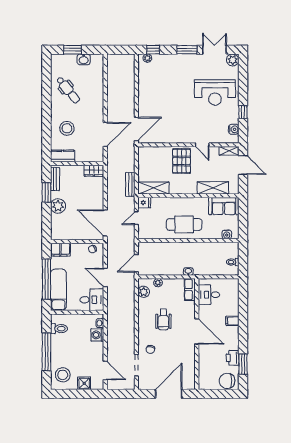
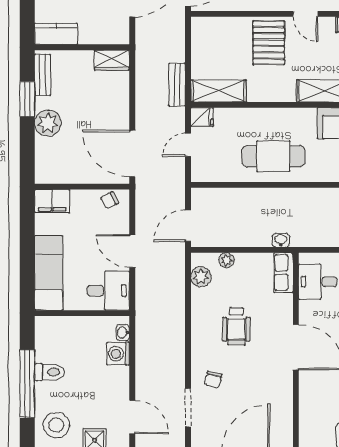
window: (46, 279) -> (27, 254), removed
toilet: (59, 329) -> (50, 372), moved

